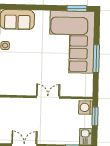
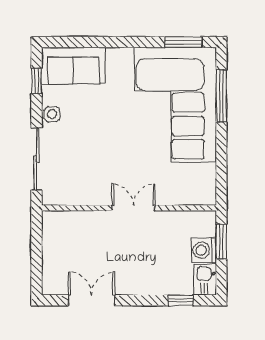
window: (96, 59) -> (221, 96), moved
washing machine: (86, 107) -> (204, 250), moved

